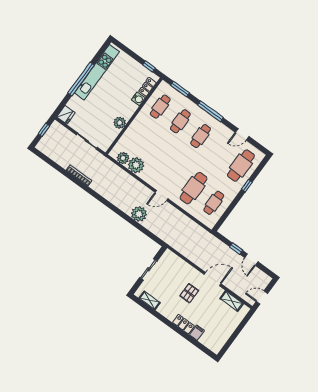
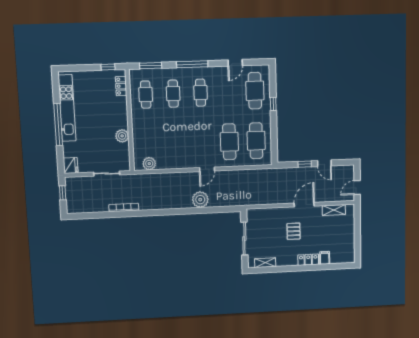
water cooler: (138, 99) -> (121, 103), removed
plant: (136, 165) -> (165, 161), removed
cafe table: (214, 203) -> (256, 141), width x1.37, depth x1.35
sliding door: (148, 269) -> (244, 239), width x1.37

